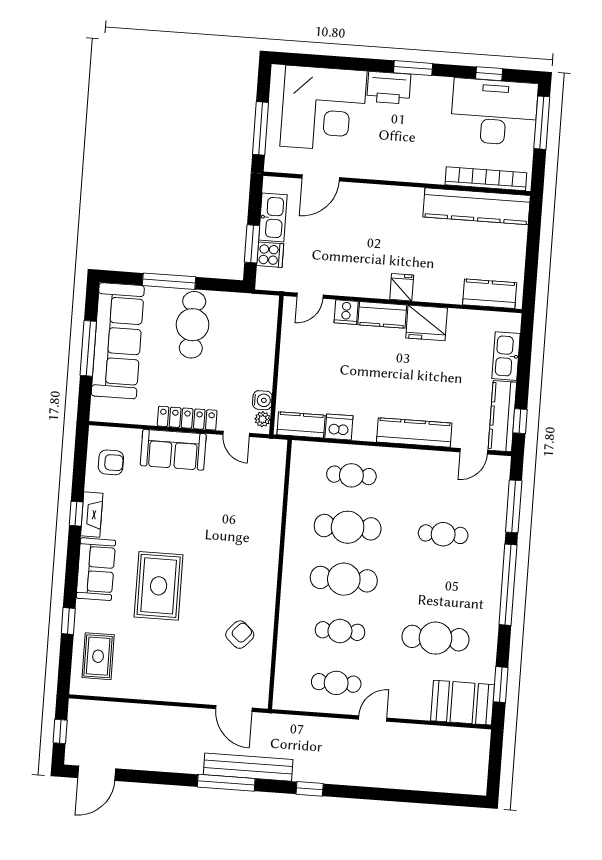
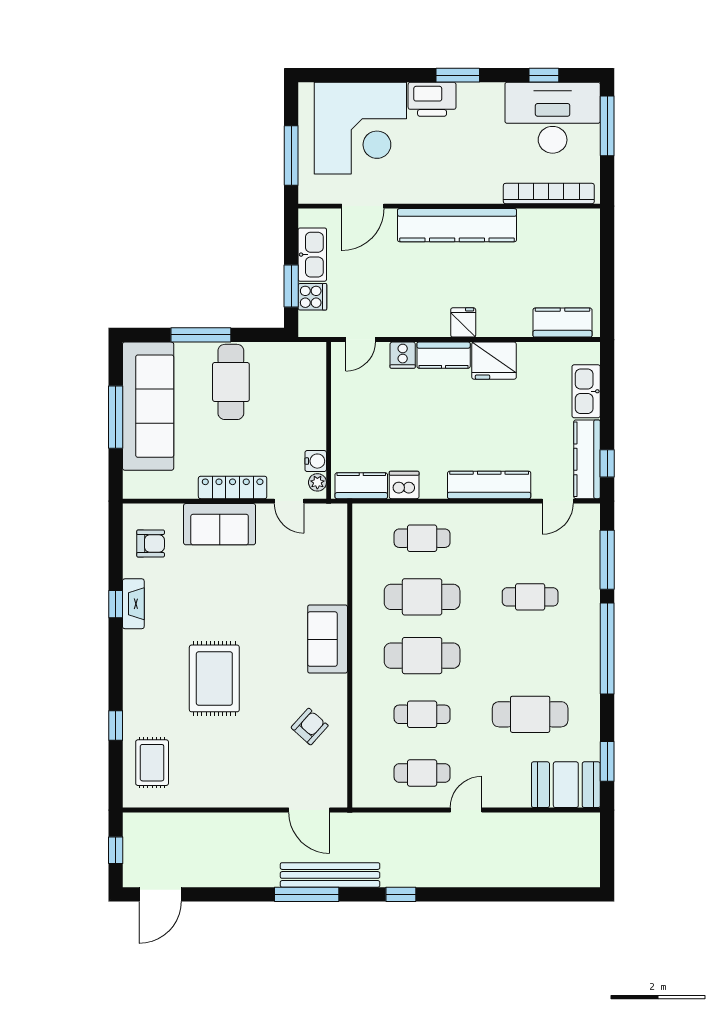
kitchen counter: (477, 206) -> (457, 225), moved
sofa: (96, 569) -> (328, 639), moved, turned 180

